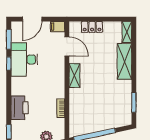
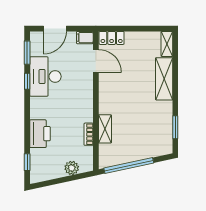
locker: (92, 27) -> (112, 38), moved
shelving: (74, 75) -> (105, 129), moved

